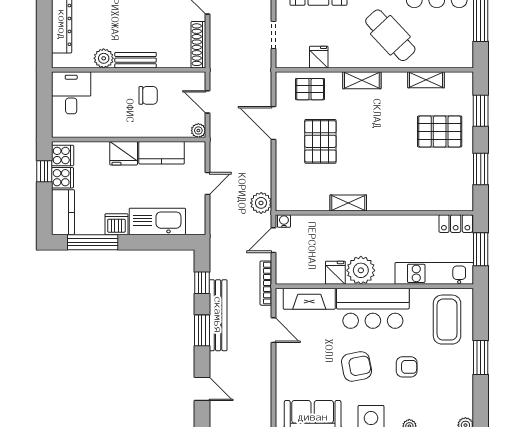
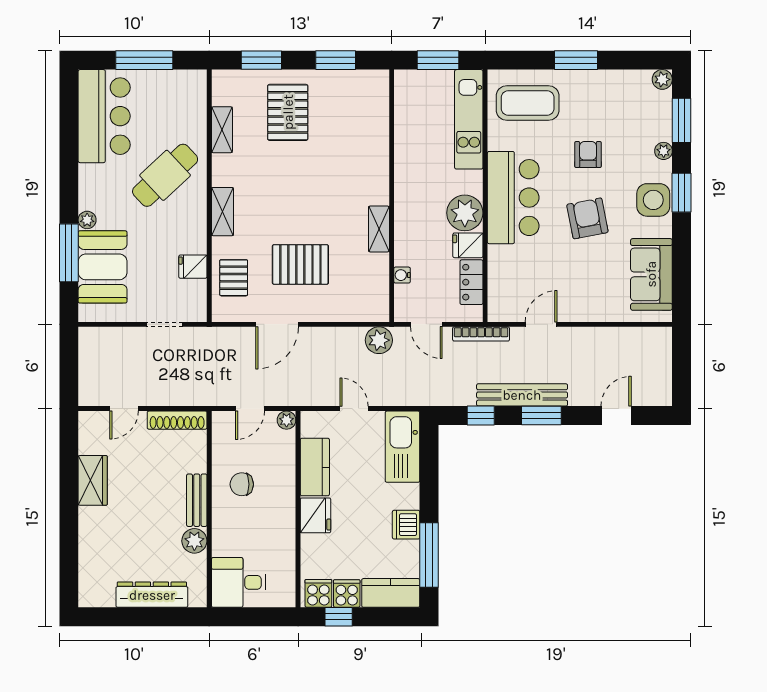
chair: (148, 95) -> (242, 484), turned -90
kitchen sink: (157, 221) -> (403, 447), moved
water cooler: (284, 221) -> (402, 275), moved
locker: (456, 224) -> (471, 282), moved, turned 180
fireplace: (309, 299) -> (501, 279), removed

